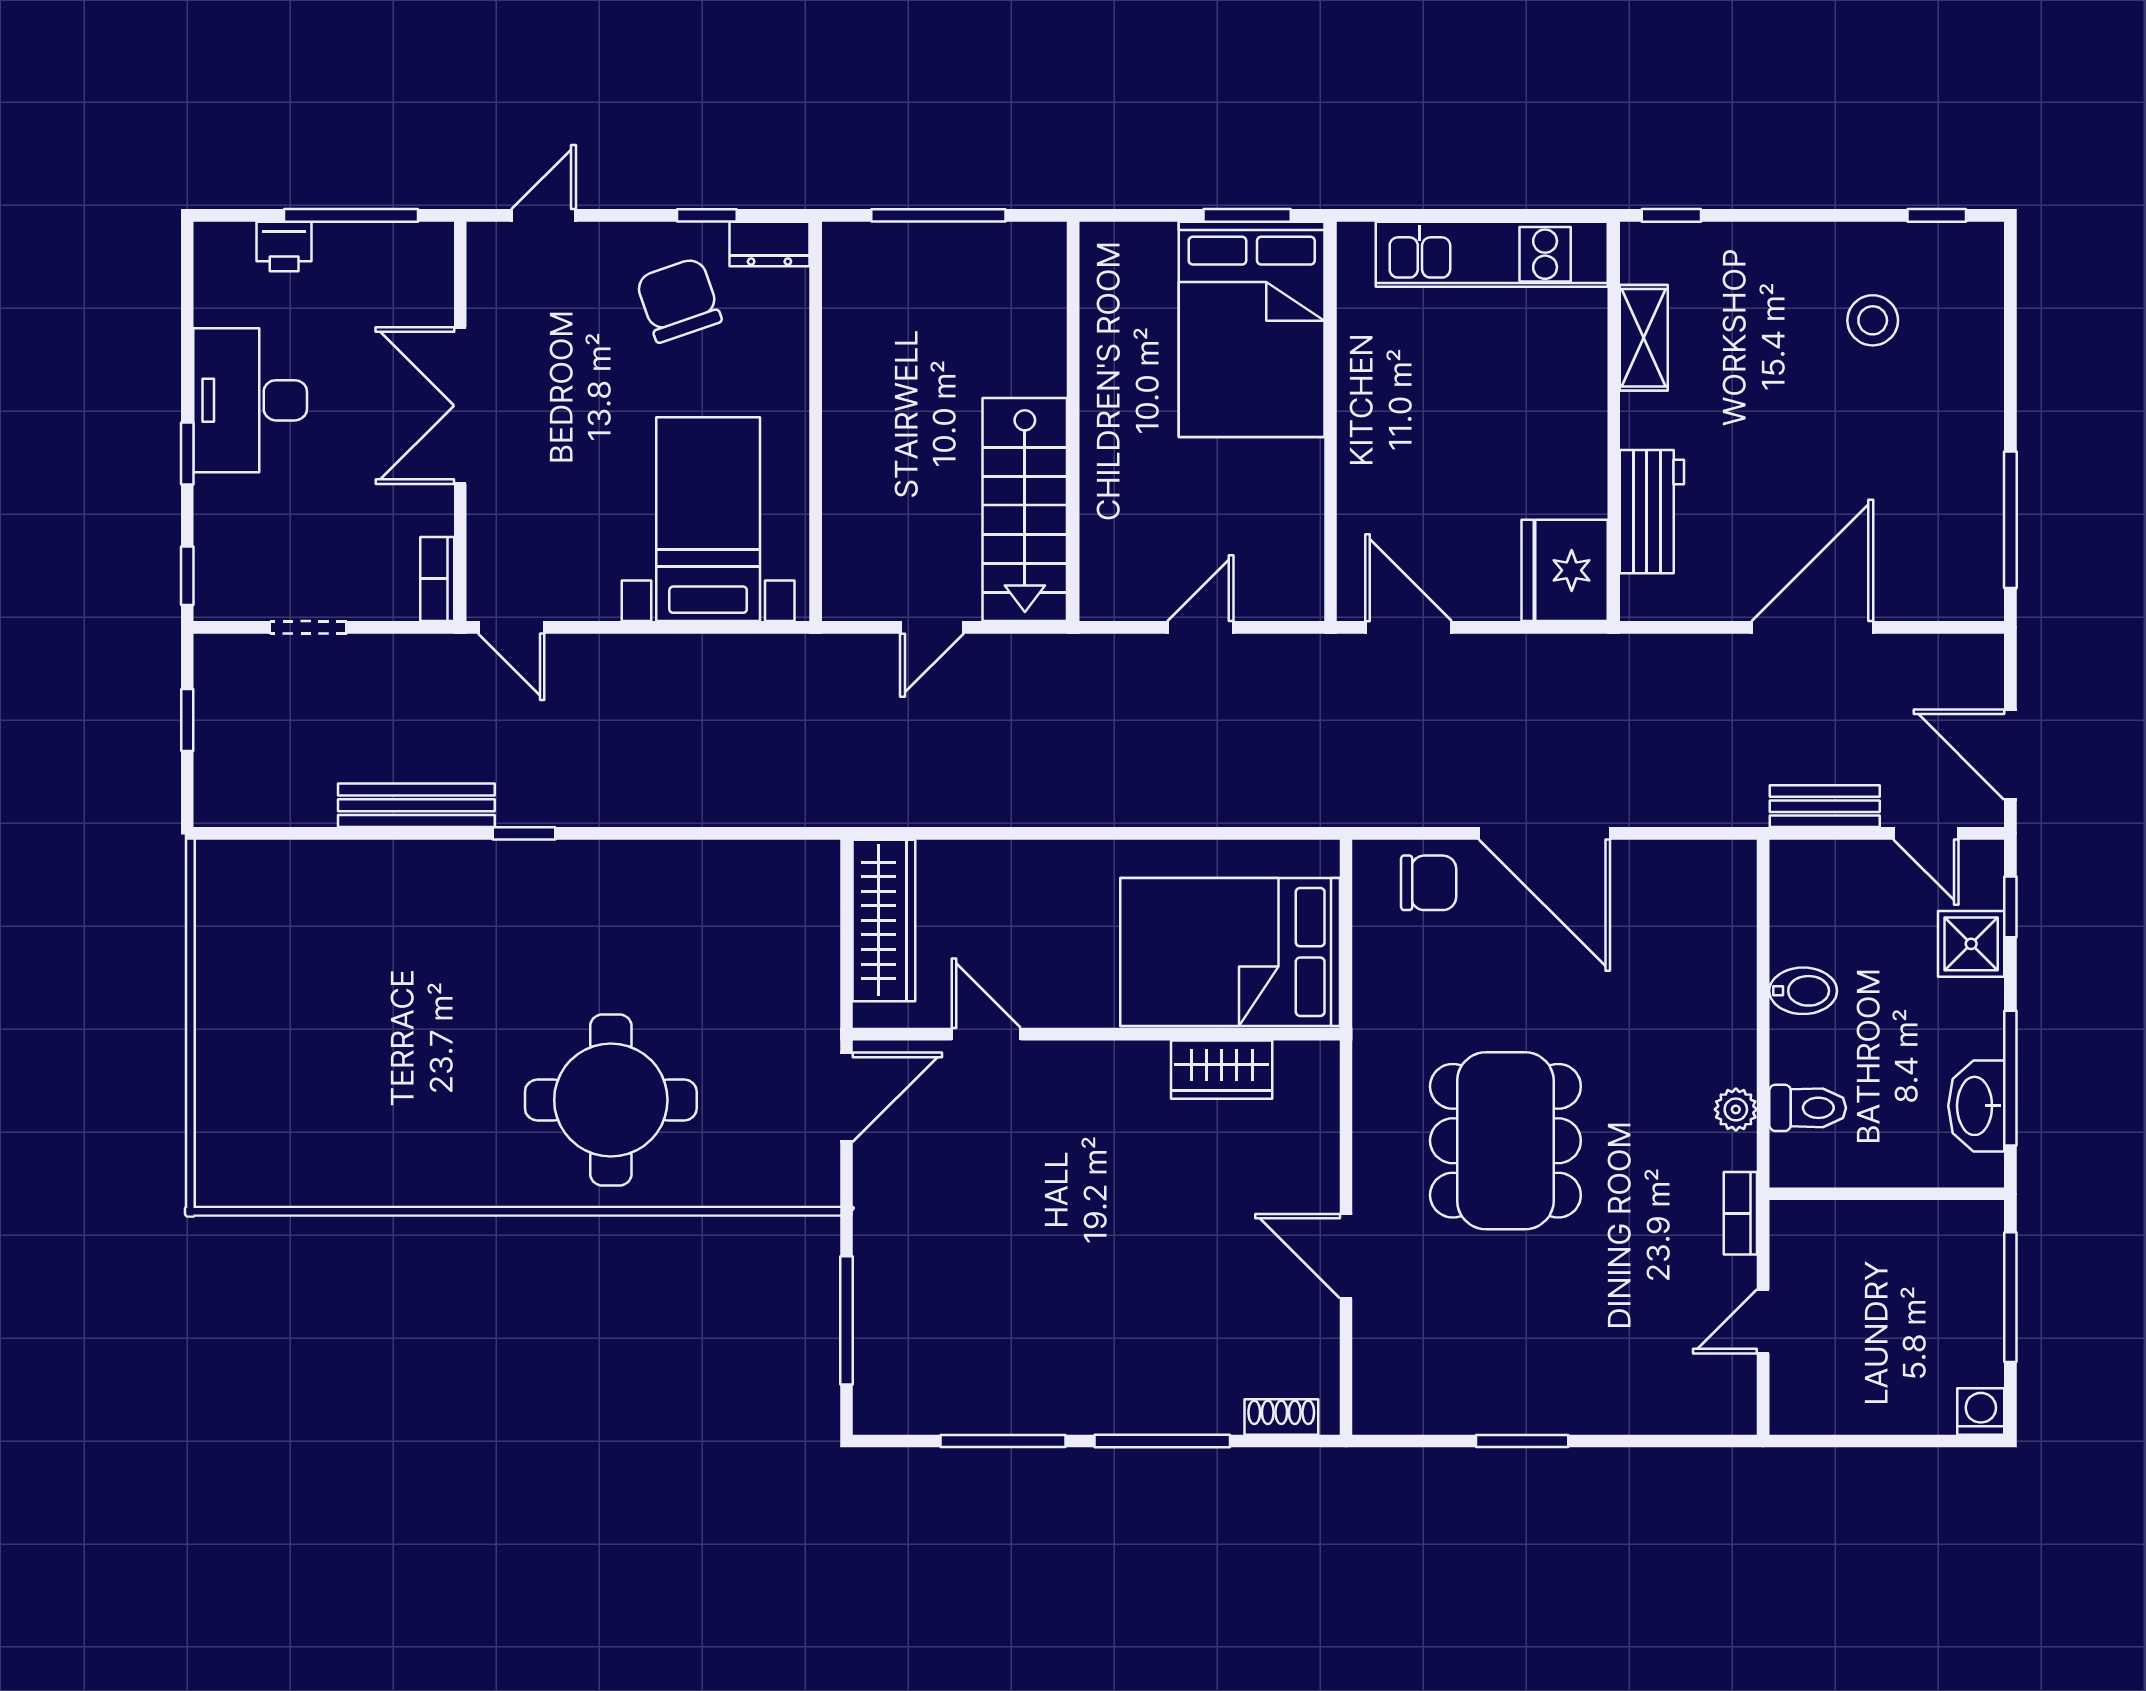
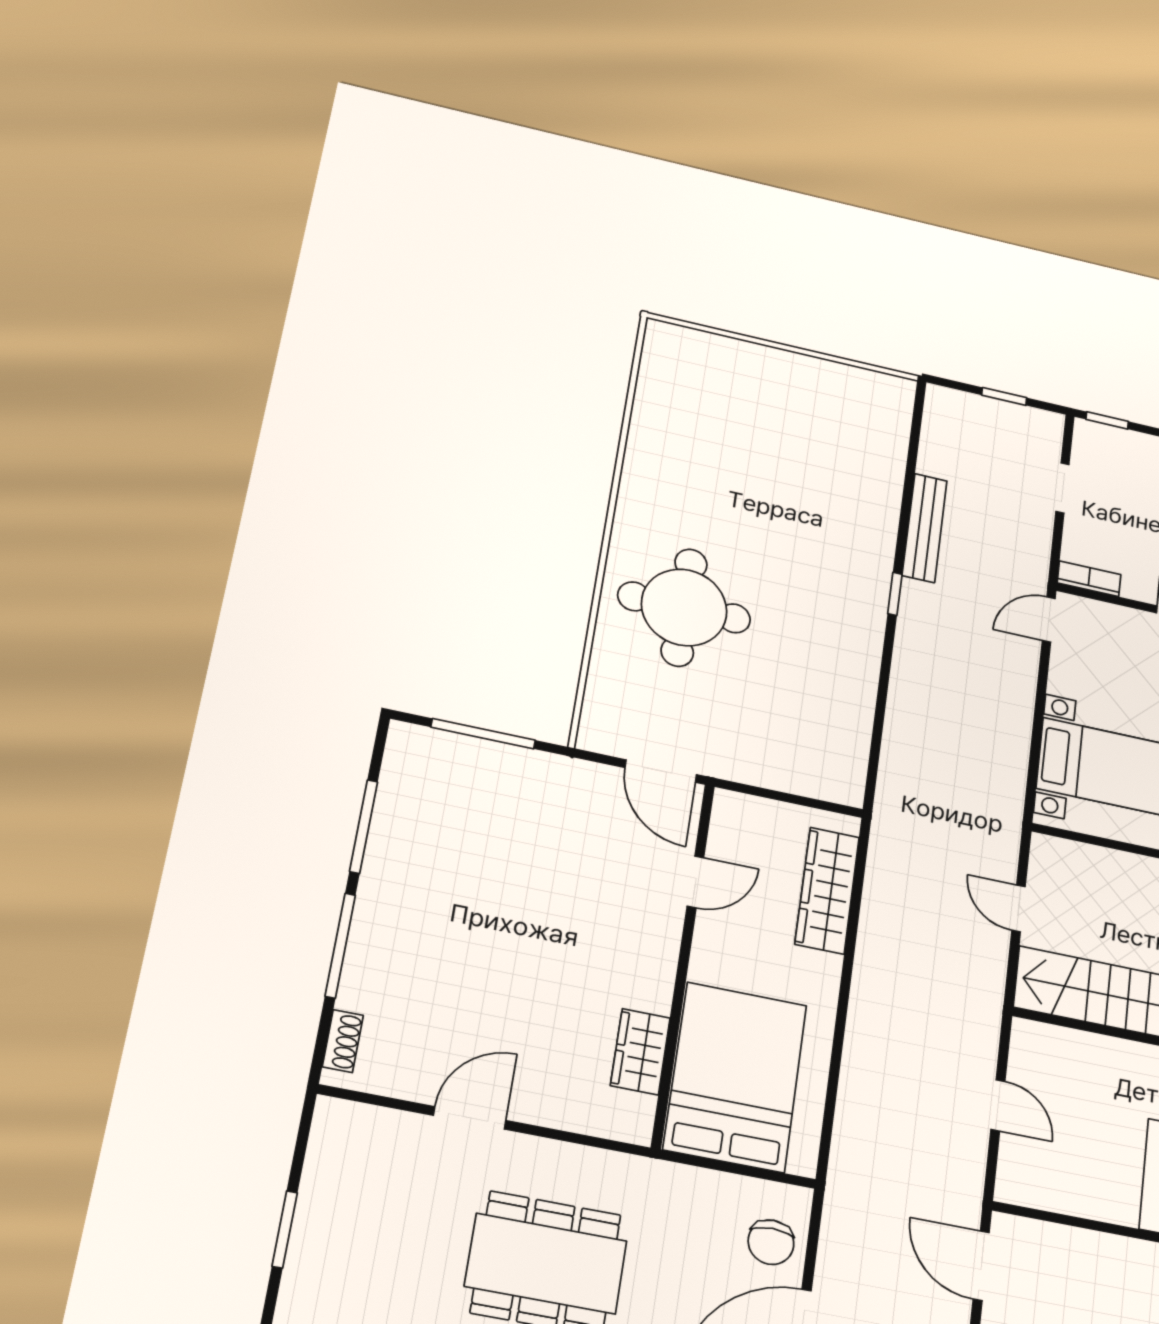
door: (1409, 627) -> (981, 1266), swing flipped
wardrobe: (884, 920) -> (827, 890), moved, turned 90

